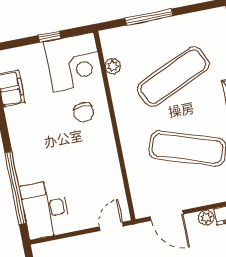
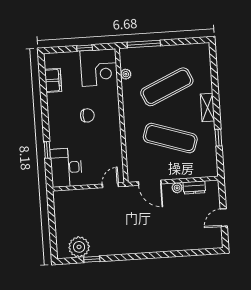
window: (149, 17) -> (144, 44), moved
chair: (84, 112) -> (87, 115), moved, turned -90
window: (16, 188) -> (47, 150), width x0.32

